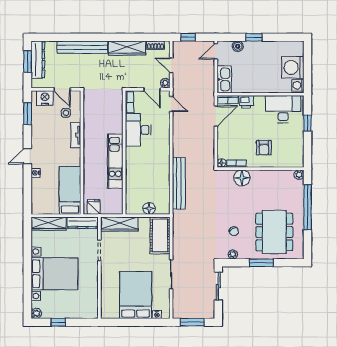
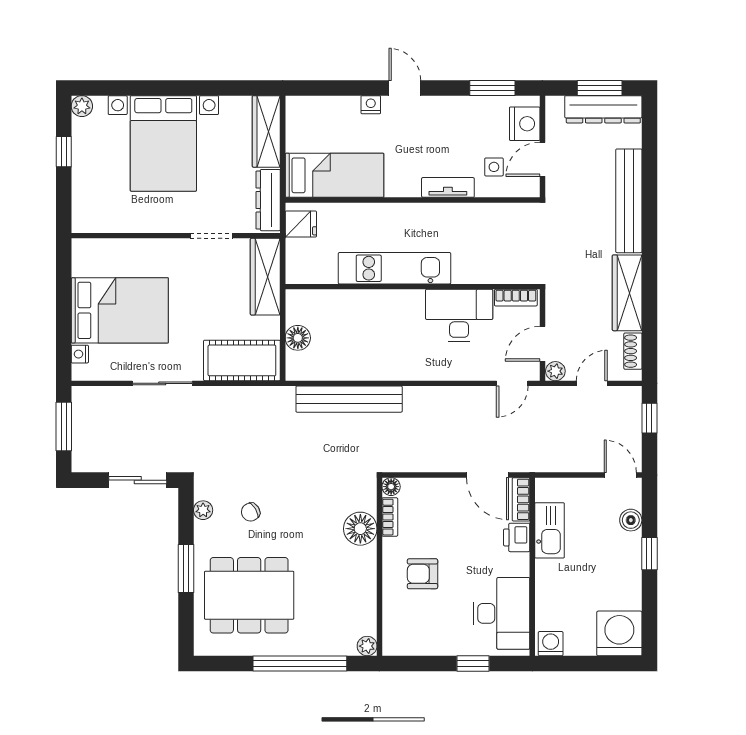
washing machine: (293, 67) -> (619, 633), moved
kitchen sink: (224, 79) -> (550, 530), moved, turned -90

